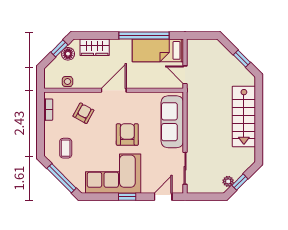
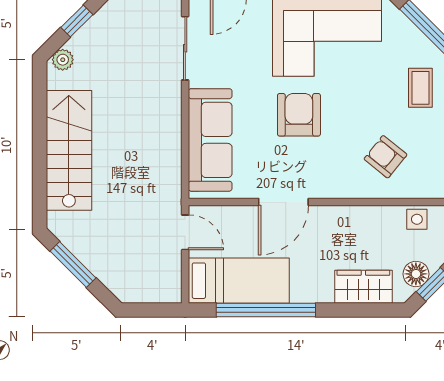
window: (242, 59) -> (73, 264), width x1.50
door: (114, 90) -> (283, 202), moved
armchair: (83, 113) -> (385, 157), turned 100
armchair: (127, 134) -> (299, 115), turned 180
plant: (228, 181) -> (63, 60), moved

